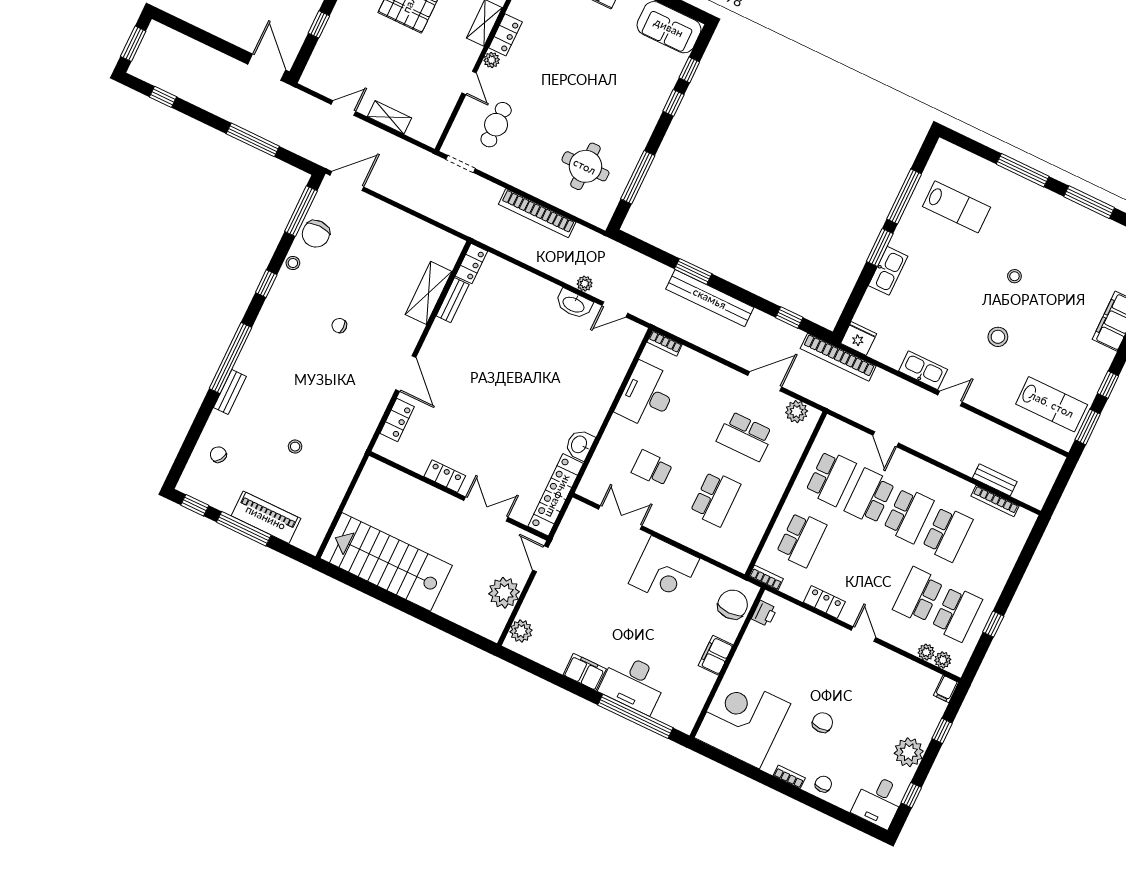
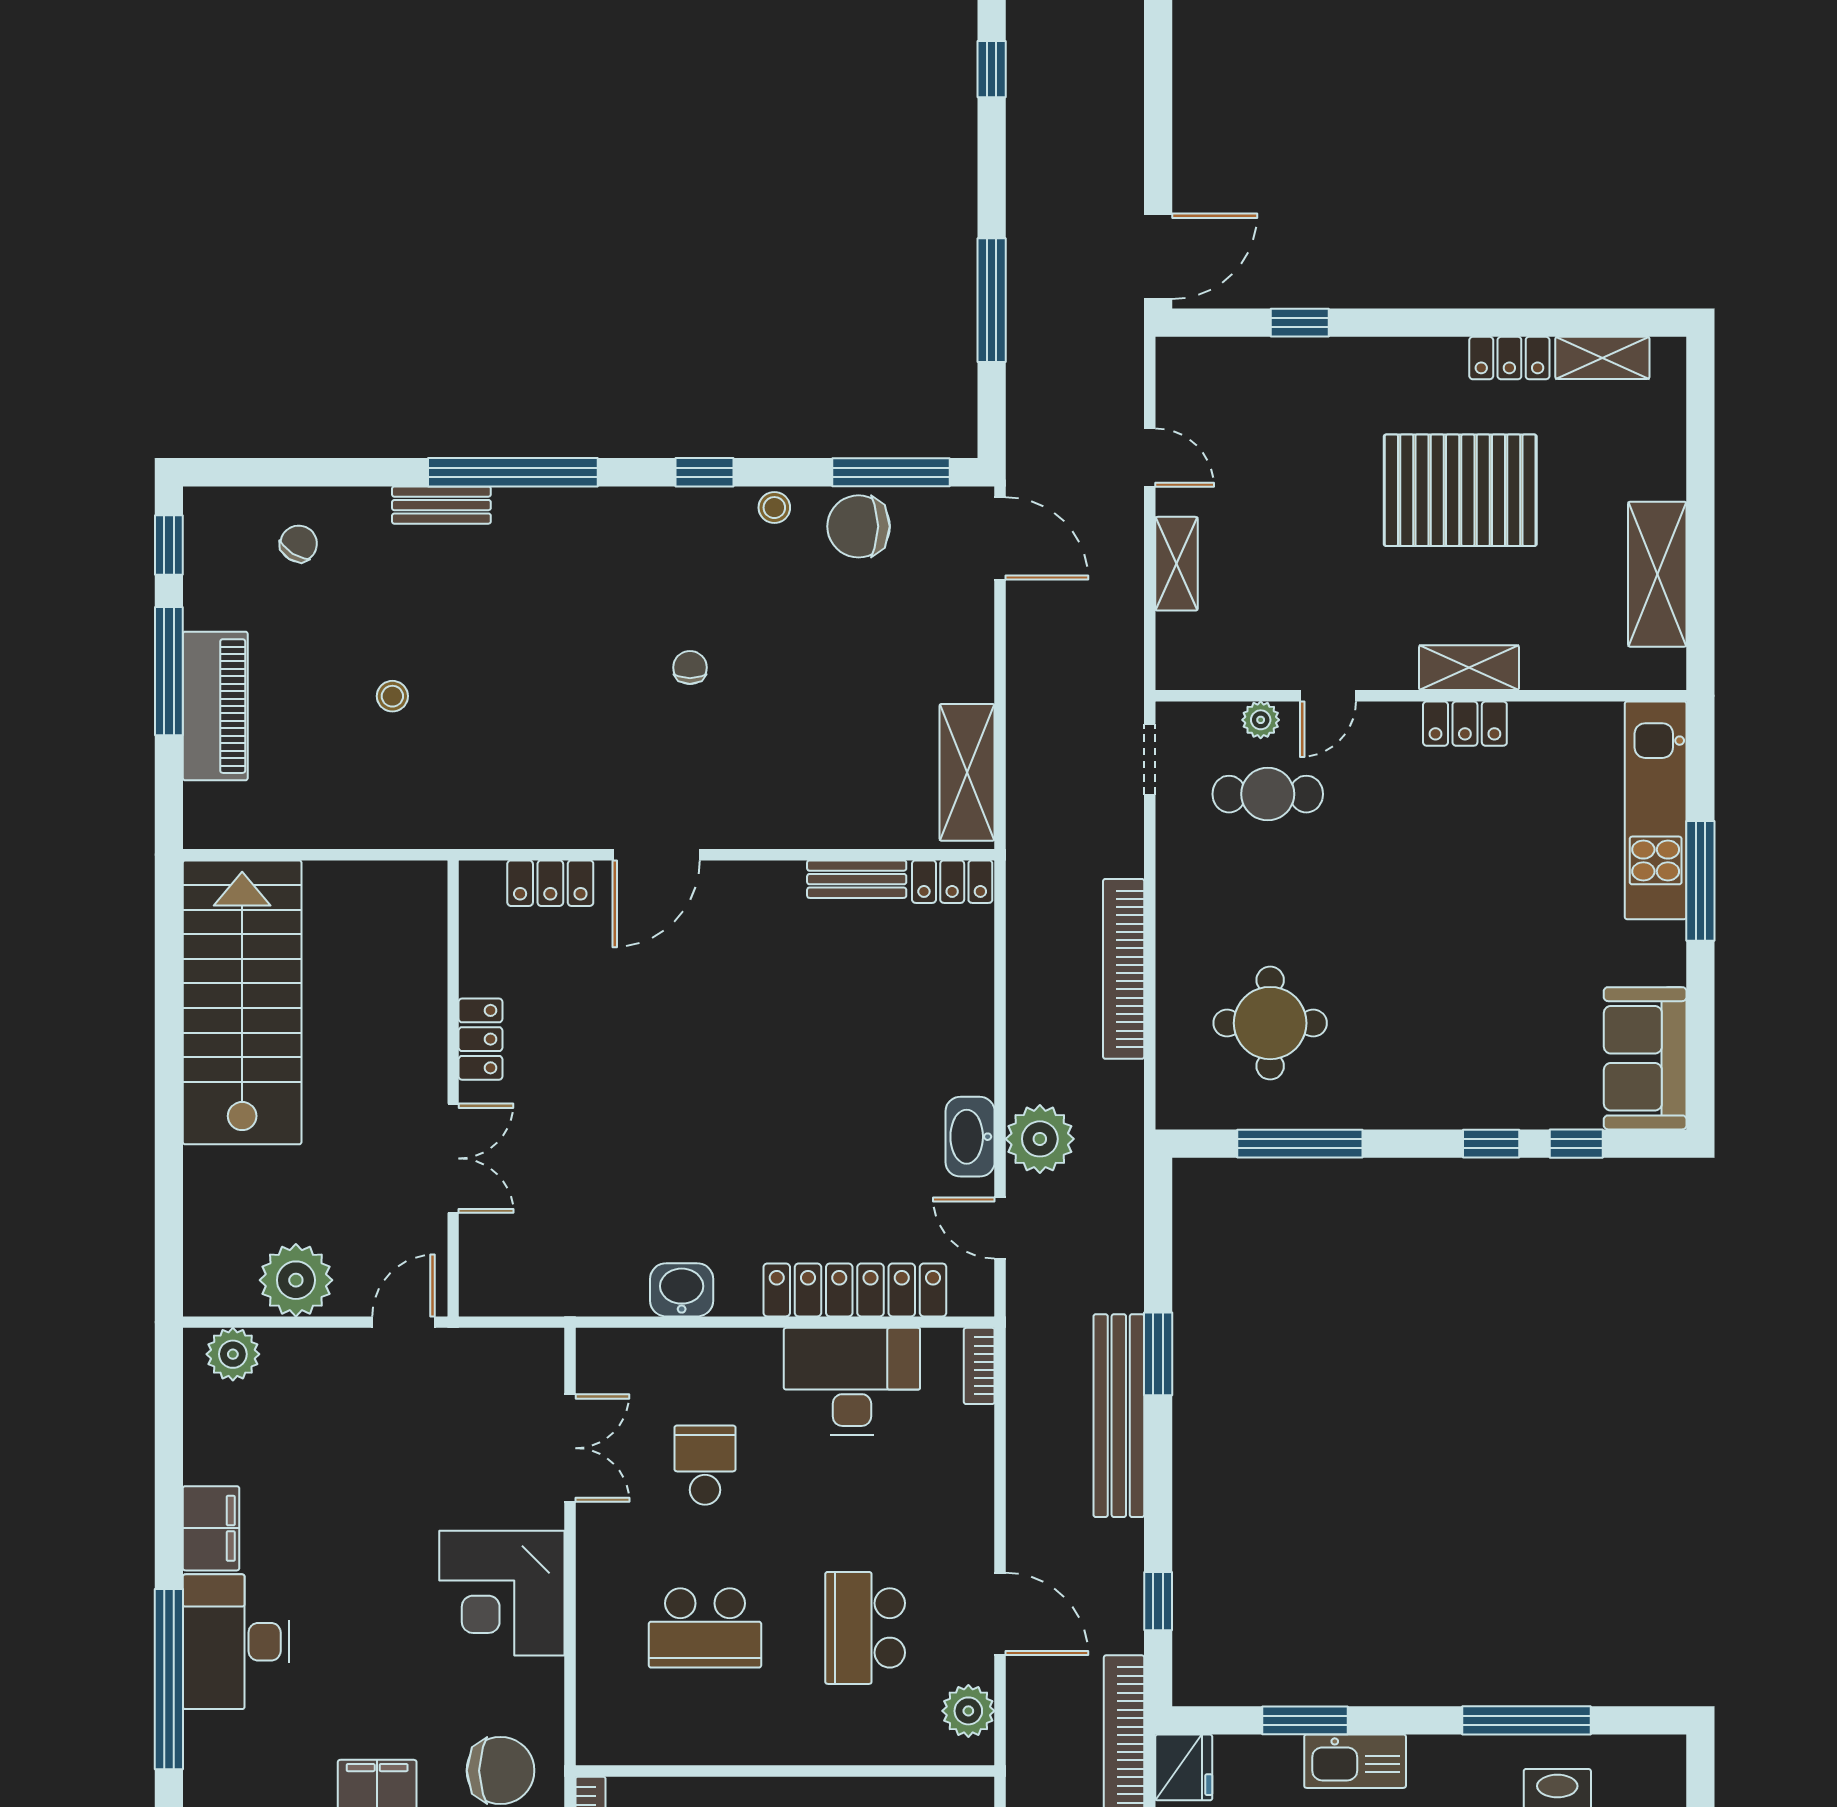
plant: (492, 60) -> (1261, 720), moved
window: (880, 247) -> (1305, 1720), moved
plant: (585, 284) -> (1040, 1139), width x1.88, depth x1.88
shelving: (429, 293) -> (967, 772), moved, turned 90
locker: (556, 495) -> (855, 1290), moved

